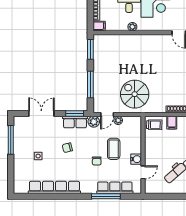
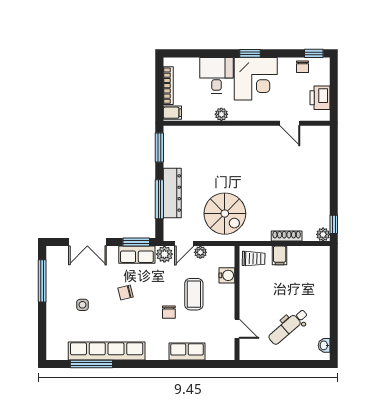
dresser: (99, 80) -> (172, 193), added
spiral stairs: (135, 94) -> (225, 214), turned 180
double door: (41, 113) -> (87, 242), swing flipped
water cooler: (136, 159) -> (227, 275), moved
door: (143, 172) -> (237, 329), hinge flipped
row of seats: (115, 188) -> (187, 351), width x0.68
window: (106, 196) -> (91, 364), moved

